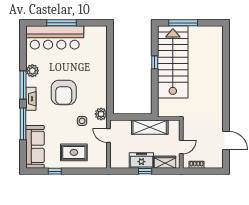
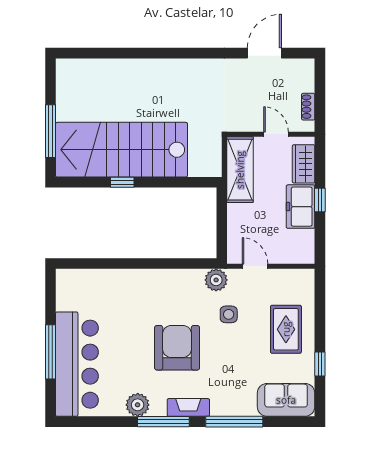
armchair: (64, 92) -> (177, 348), turned -90
shelving: (150, 127) -> (240, 170), moved
door: (109, 135) -> (255, 266), swing flipped
sofa: (35, 147) -> (286, 400), width x0.73

